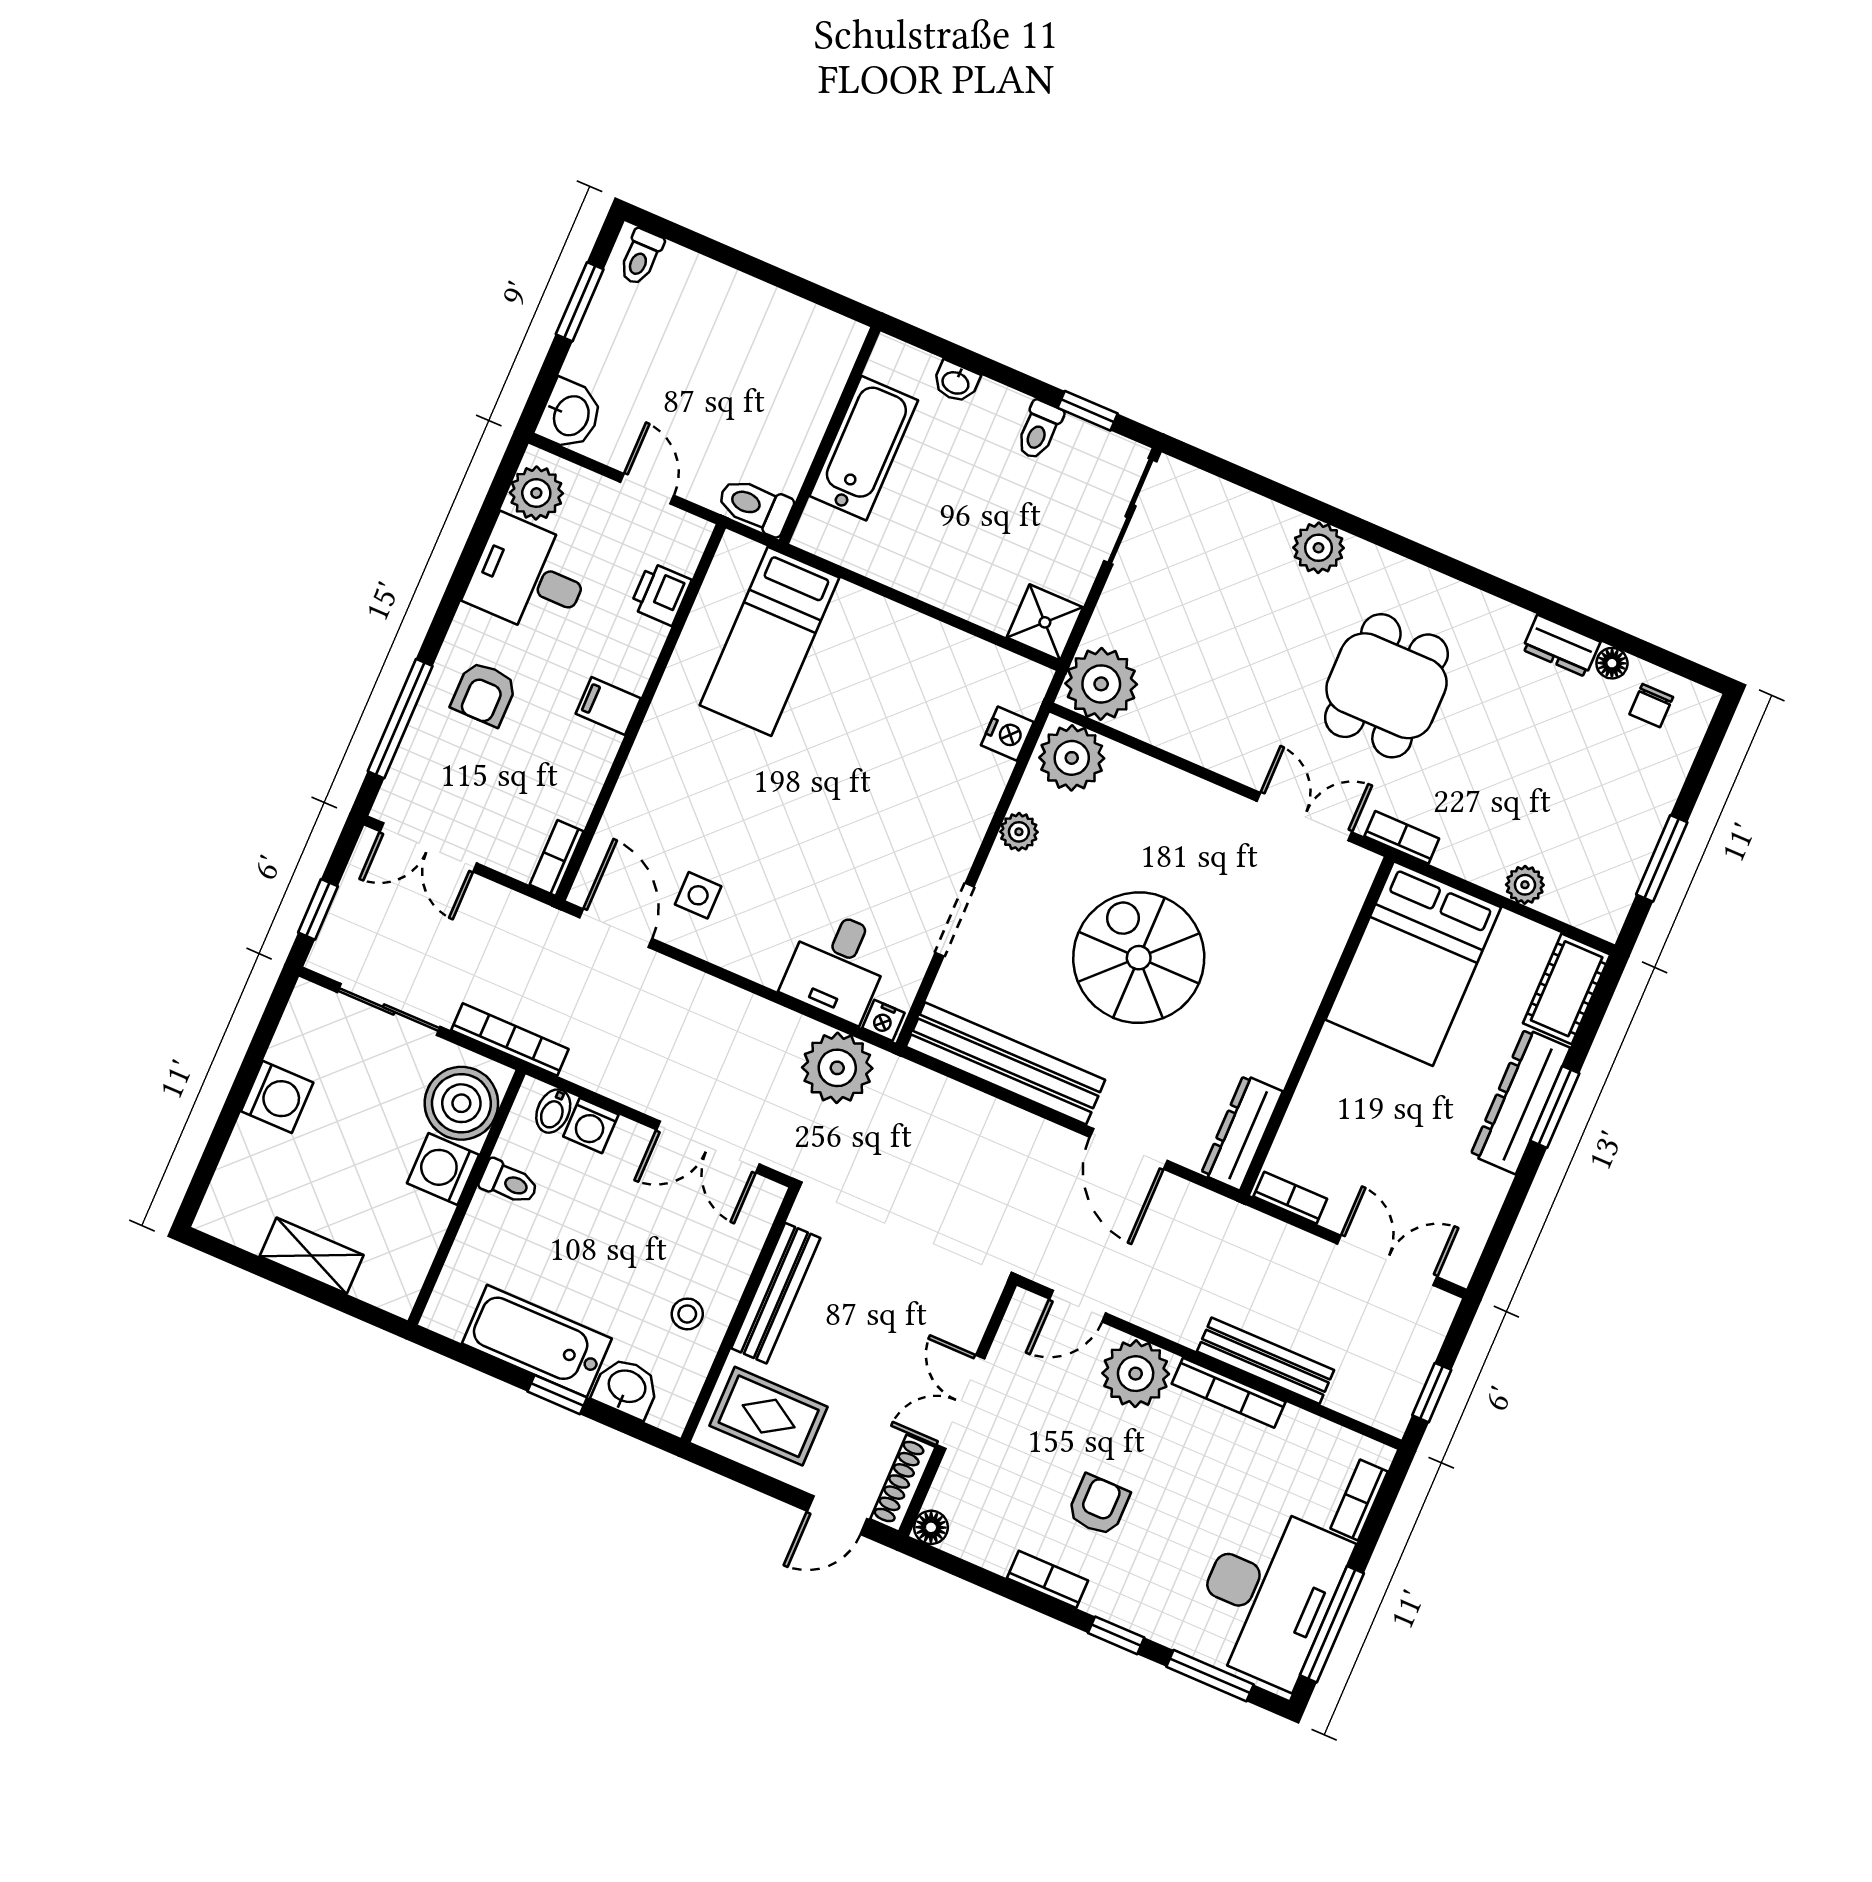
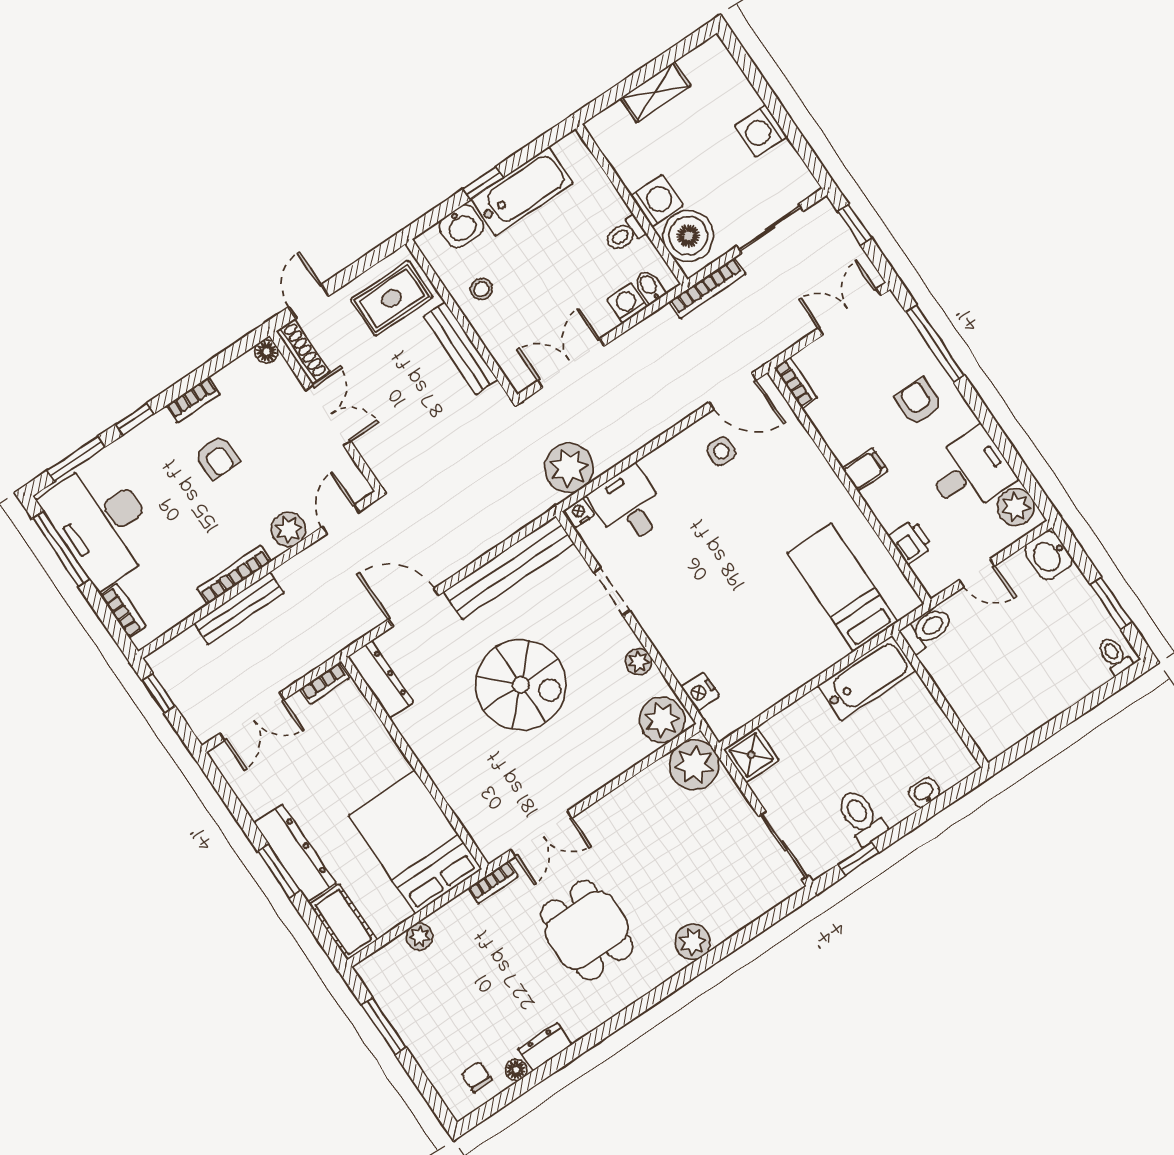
toilet: (1039, 430) -> (861, 817), width x1.37, depth x1.39
bathtub: (864, 448) -> (867, 678), moved, turned -90
plant: (1136, 1374) -> (288, 530), width x0.73, depth x0.73

